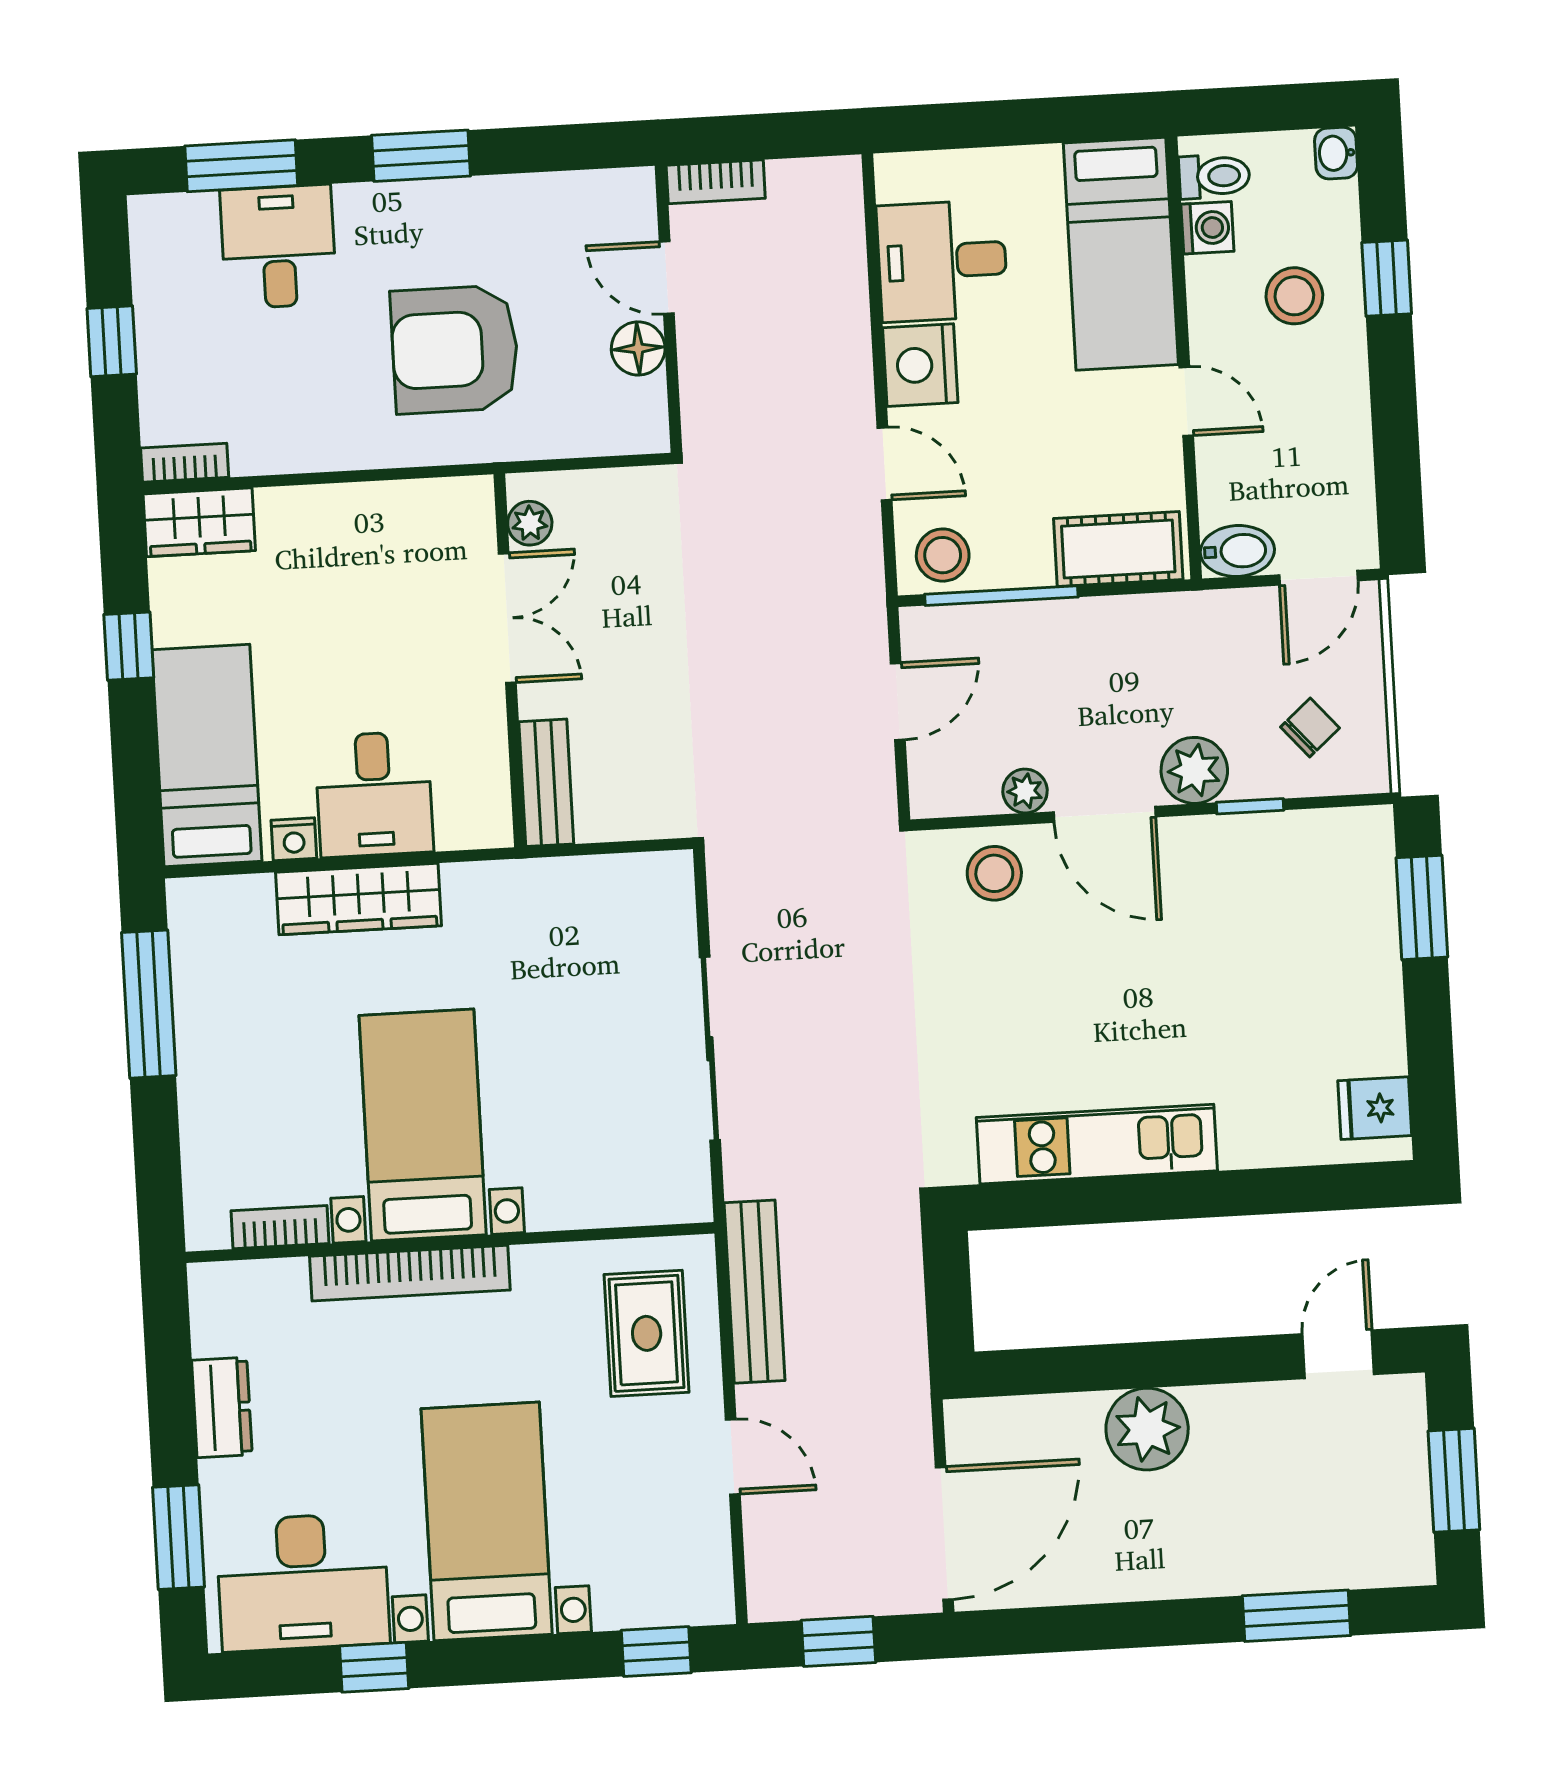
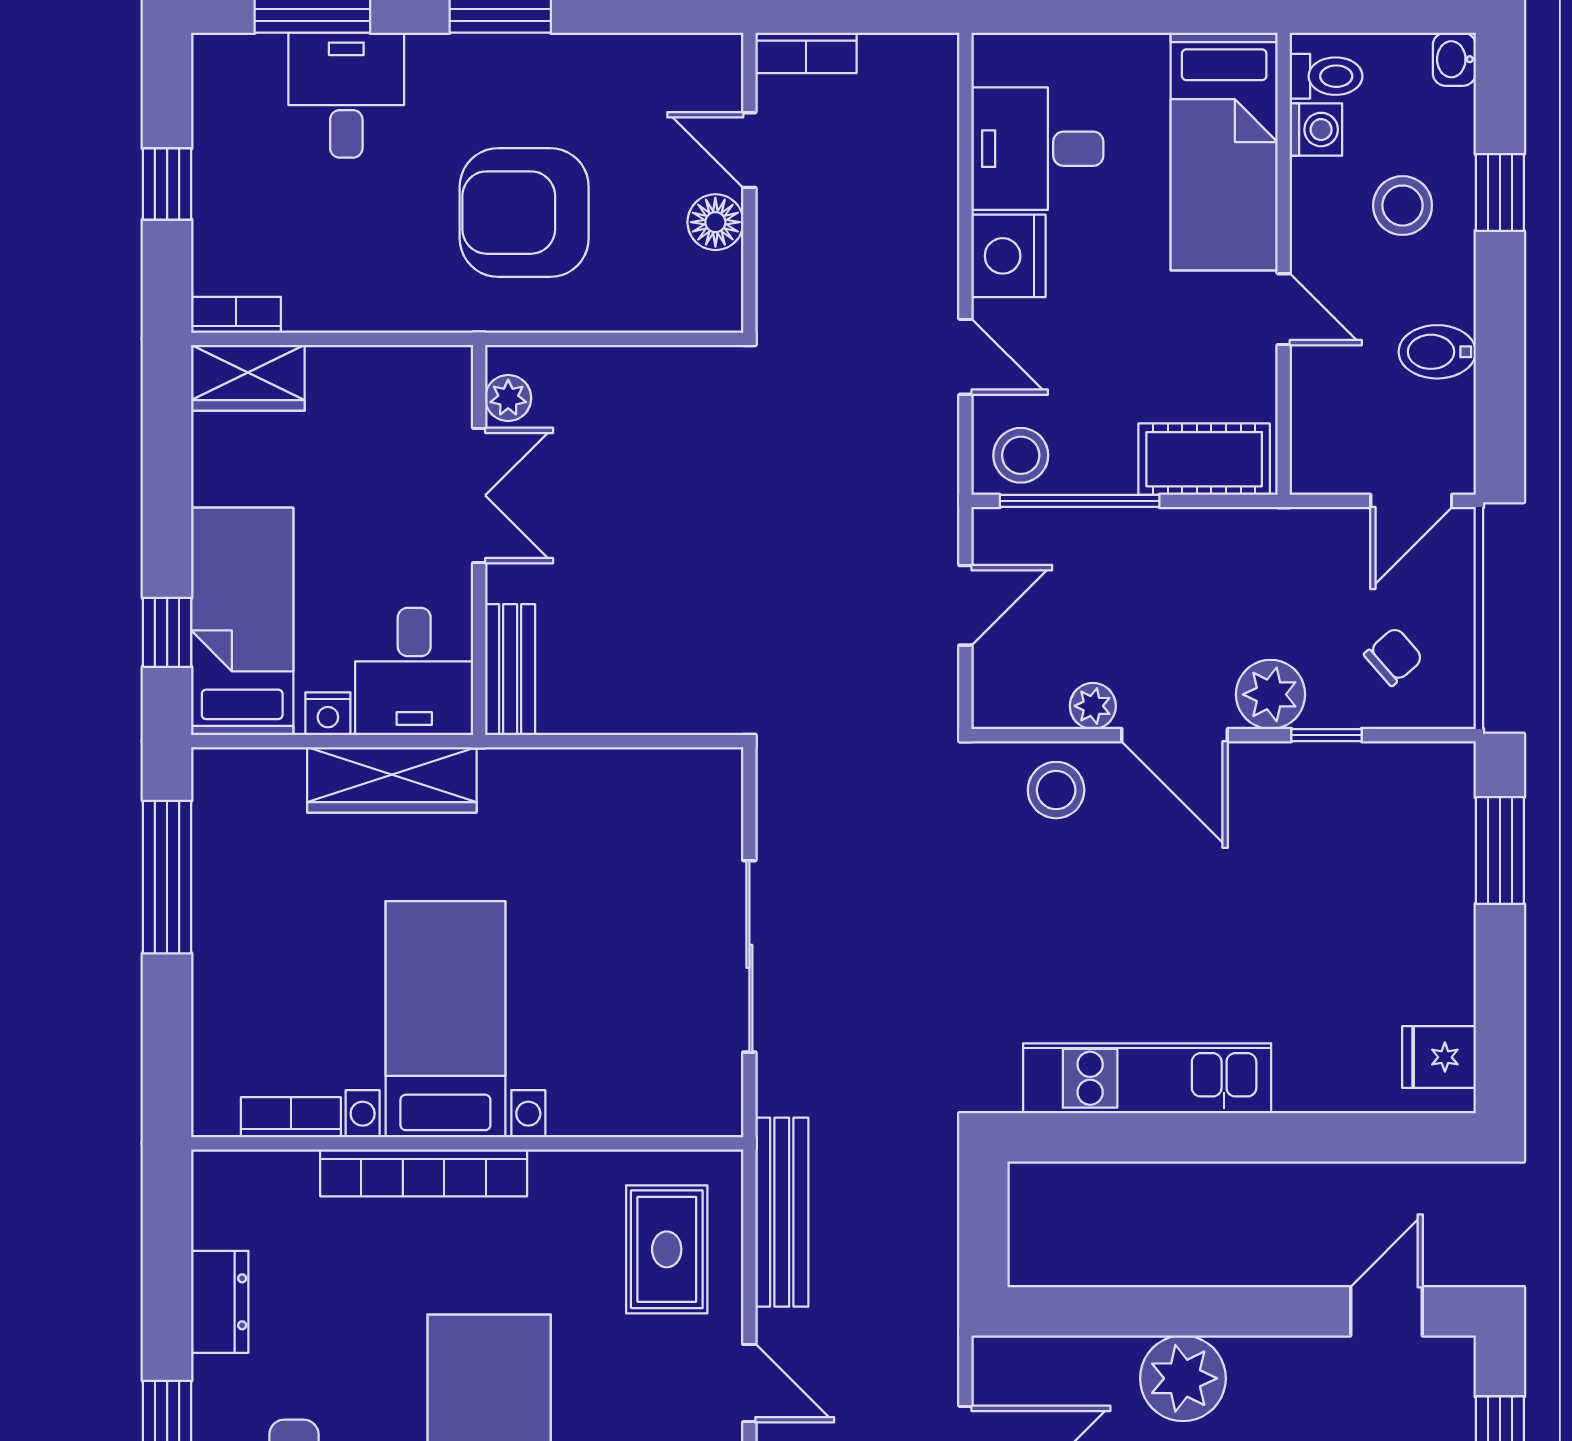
plant: (530, 523) -> (508, 398), moved
bidet: (1237, 551) -> (1437, 352), moved, turned 180
double door: (507, 618) -> (479, 495), moved
window: (129, 646) -> (167, 632), moved
wall: (510, 660) -> (479, 540), moved
bench: (546, 783) -> (510, 670), moved

